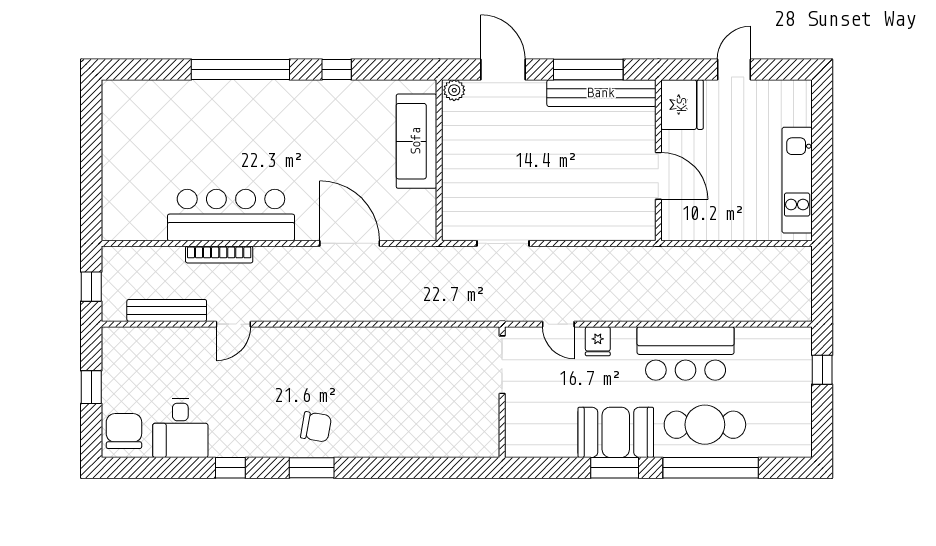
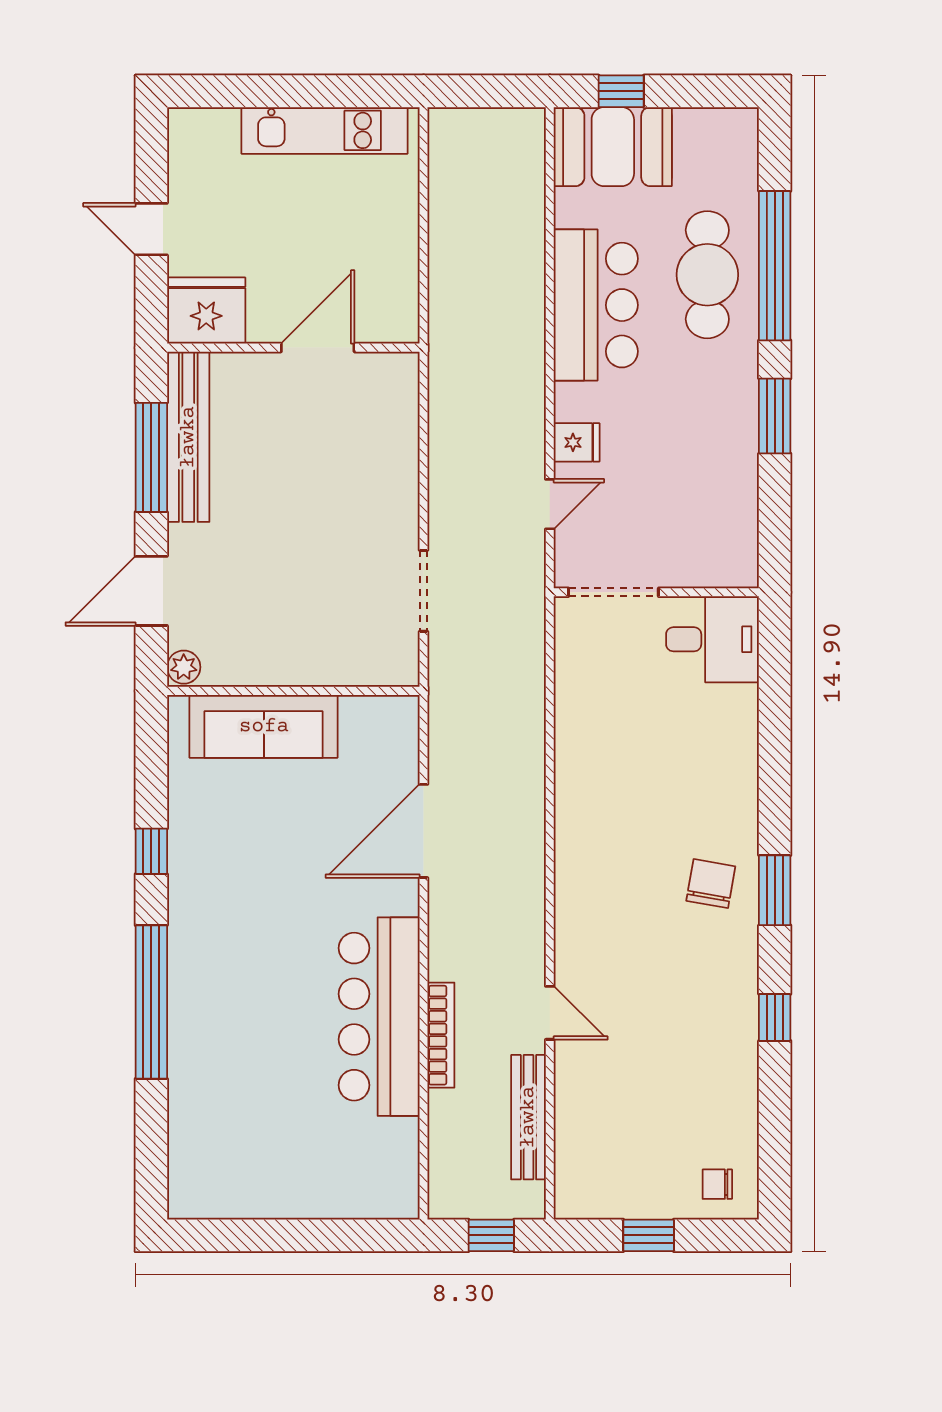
desk: (180, 428) -> (712, 639), moved
chair: (124, 431) -> (717, 1184), width x0.54, depth x0.54
booth: (616, 432) -> (613, 147), moved, turned 90

